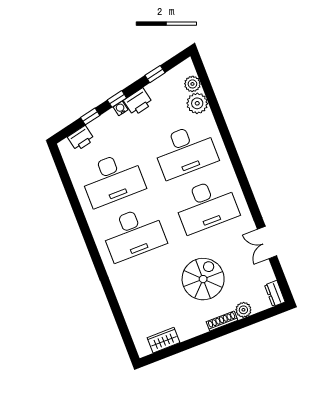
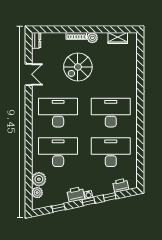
plant: (243, 310) -> (92, 38), moved

